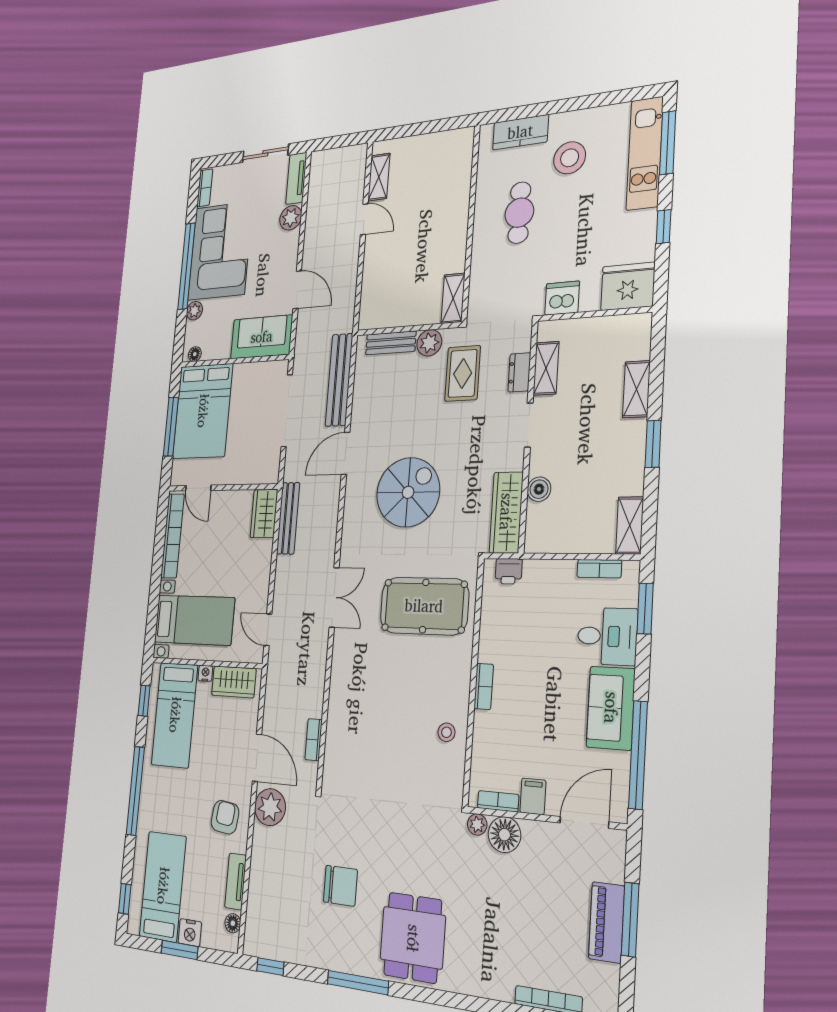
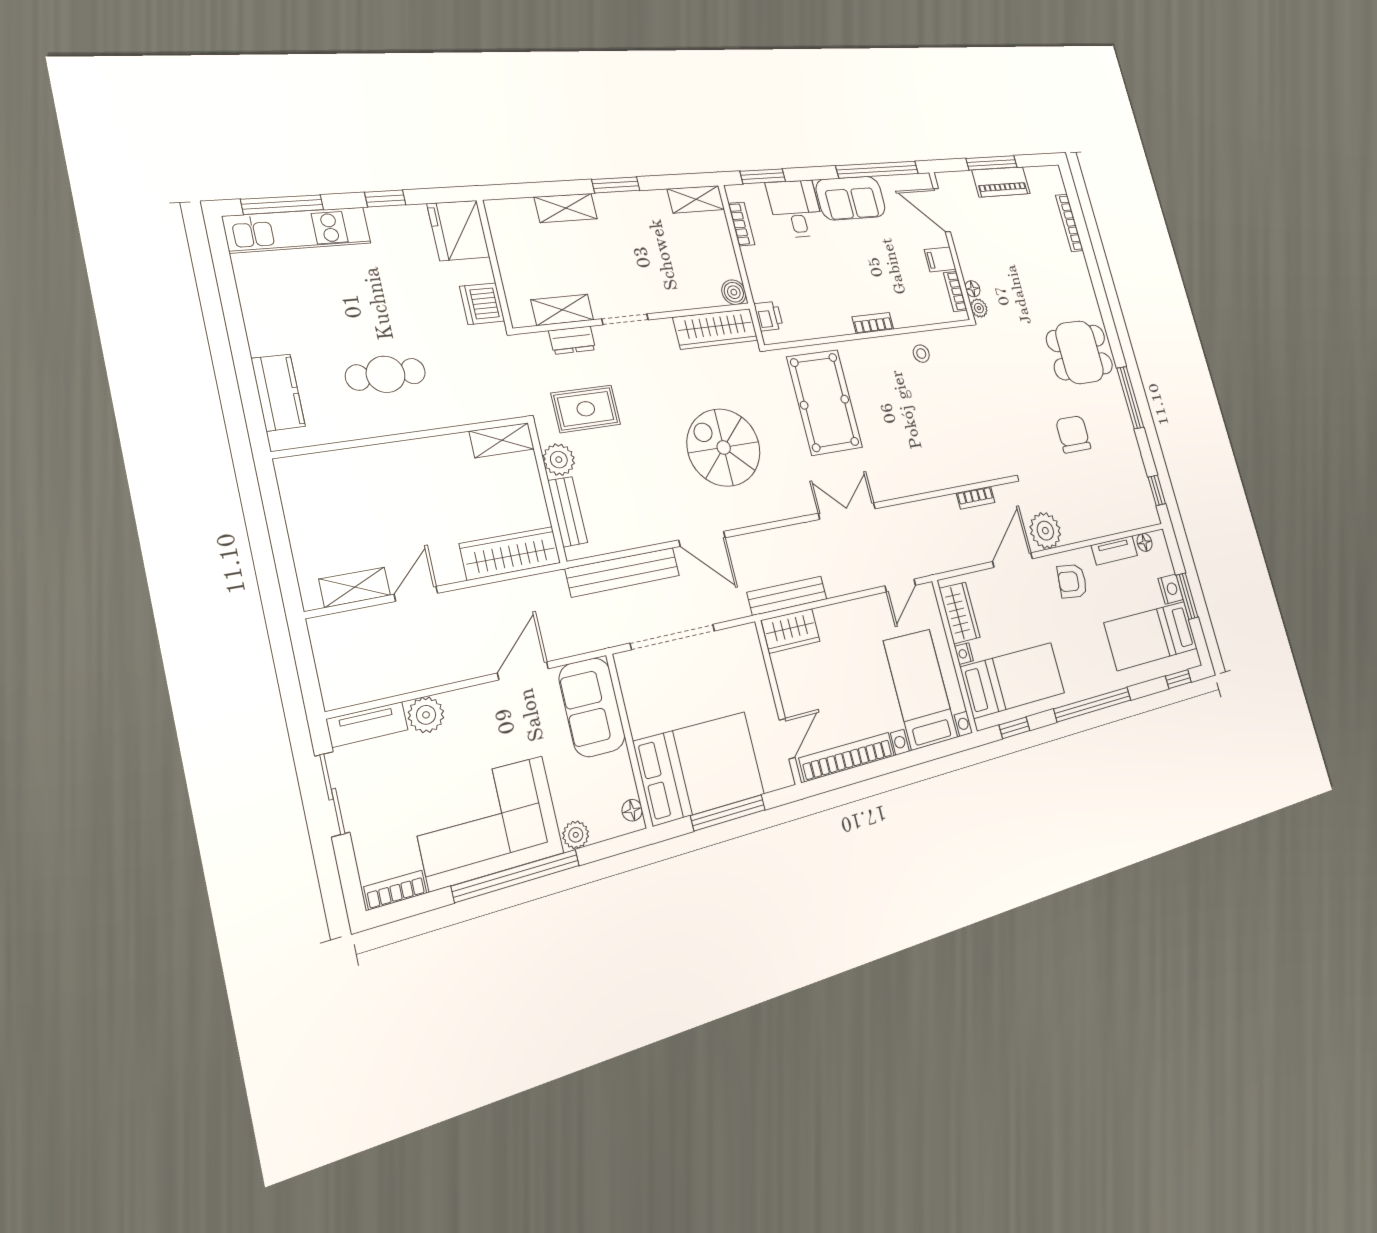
stool: (570, 158) -> (309, 321), removed
wardrobe: (373, 293) -> (510, 553), added
boiler: (539, 489) -> (734, 292), moved
floor lamp: (504, 835) -> (973, 289), width x0.53, depth x0.53

